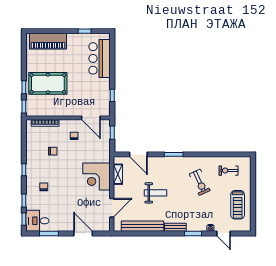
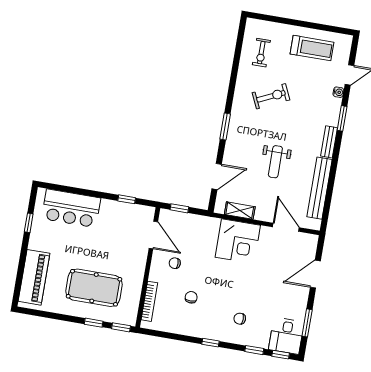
pool table: (48, 83) -> (94, 288), turned 90
door: (91, 118) -> (153, 235), hinge flipped
weight bench: (155, 193) -> (275, 162), turned 180

